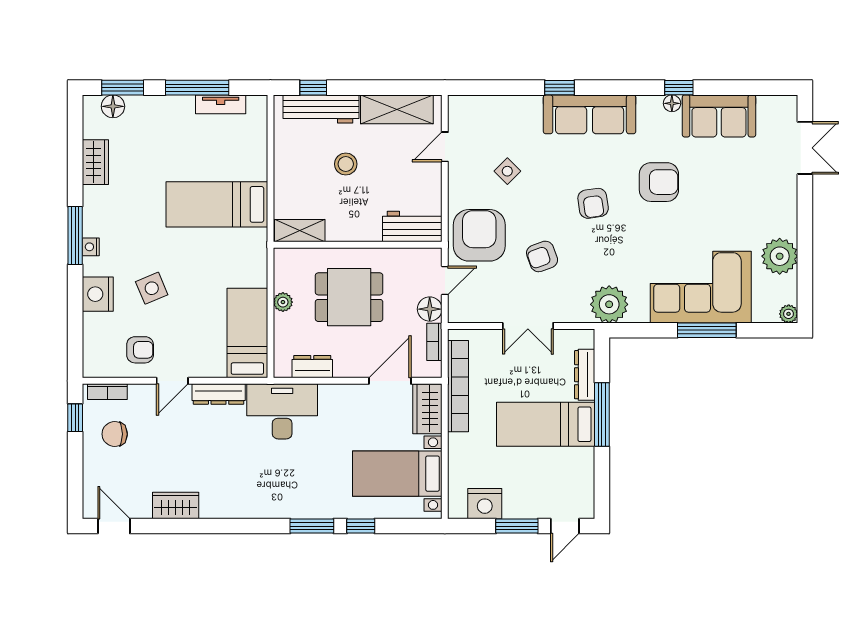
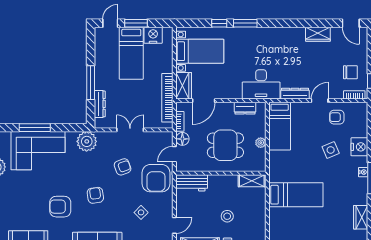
bed: (546, 424) -> (131, 53), moved, turned 90

